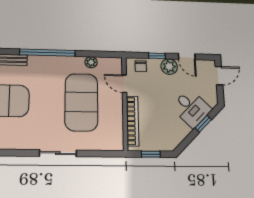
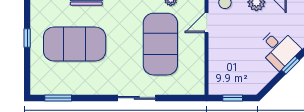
door: (124, 84) -> (207, 23), hinge flipped
bookcase: (133, 121) -> (214, 63), removed

